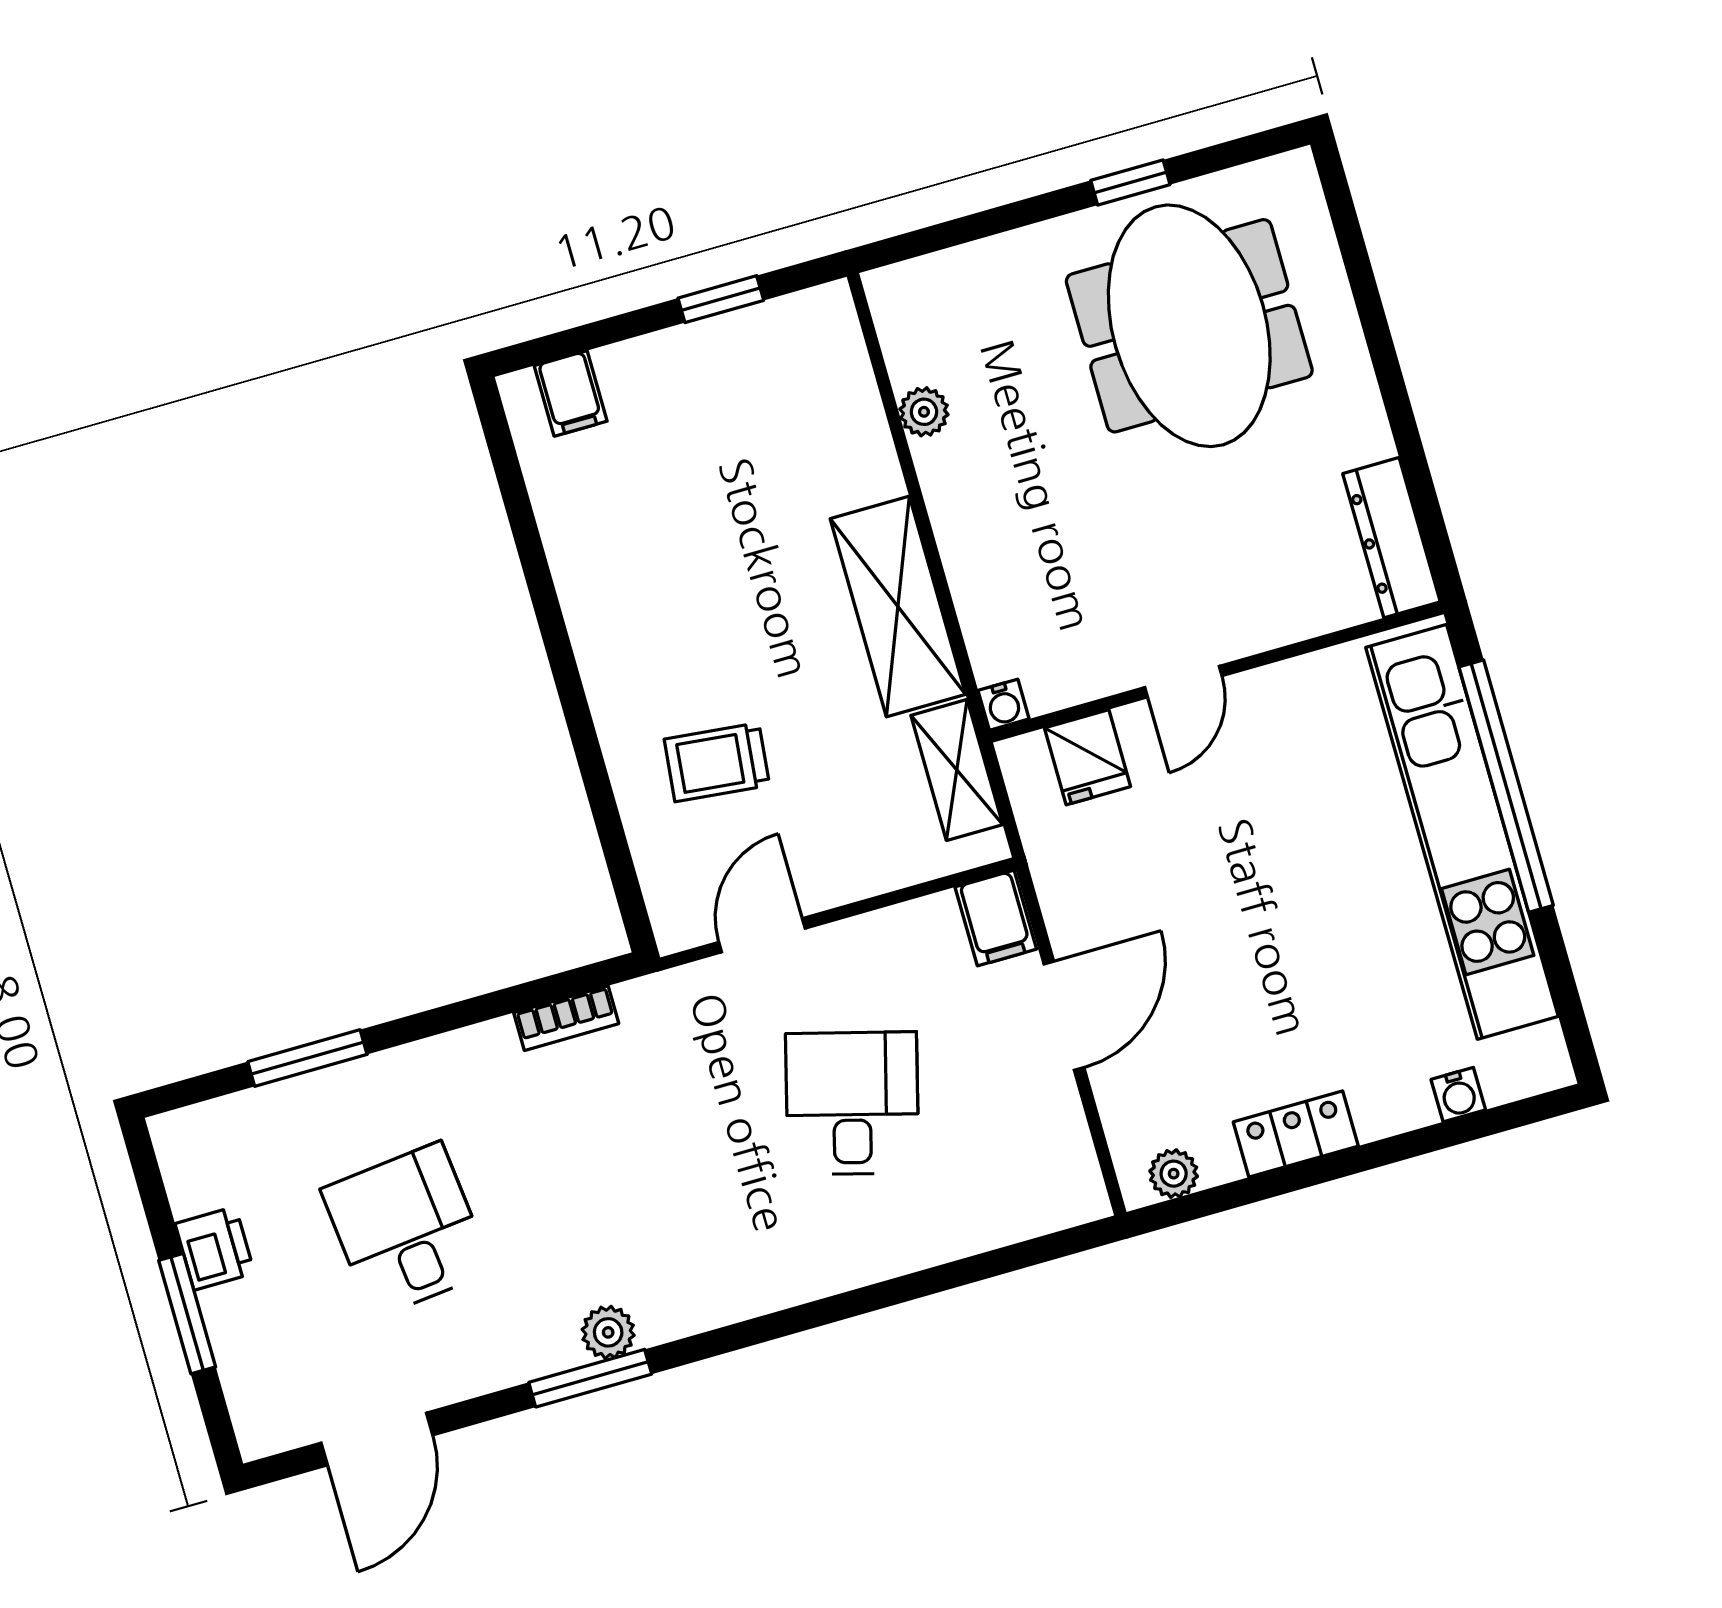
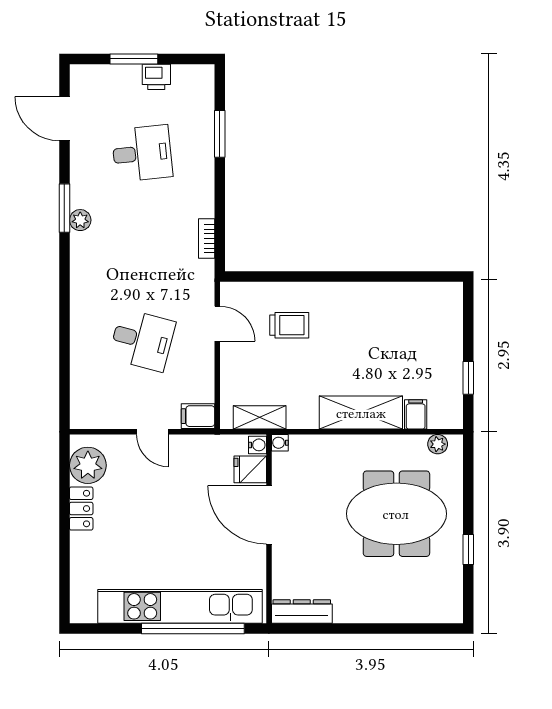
meeting table: (1189, 326) -> (396, 514), moved
filing cabinet: (571, 393) -> (416, 414), moved, turned 90
plant: (924, 412) -> (438, 444), moved
shelving: (898, 607) -> (361, 413), moved
door: (1183, 682) -> (269, 515), width x1.88
trolley: (717, 762) -> (289, 325), turned 84
door: (1064, 1016) -> (153, 432), width x0.73
water cooler: (1458, 1095) -> (257, 445), moved, turned 180
plant: (1174, 1174) -> (88, 465), width x1.87, depth x1.87

